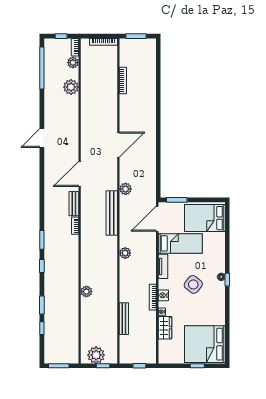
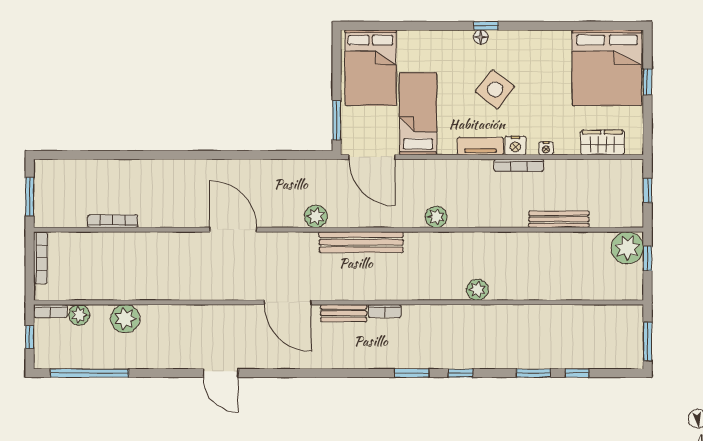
tv unit: (163, 266) -> (480, 146), moved
plant: (86, 292) -> (477, 290), moved
wardrobe: (165, 328) -> (602, 143), moved
plant: (96, 355) -> (627, 248), moved

